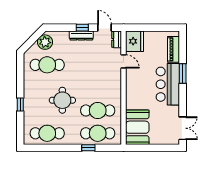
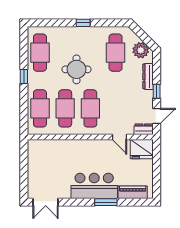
dresser: (81, 35) -> (148, 76), moved
door: (124, 61) -> (119, 137), hinge flipped
cafe table: (98, 88) -> (90, 108), added
window: (20, 105) -> (83, 23), moved
booth: (137, 127) -> (47, 152), removed
window: (88, 148) -> (24, 76), moved

